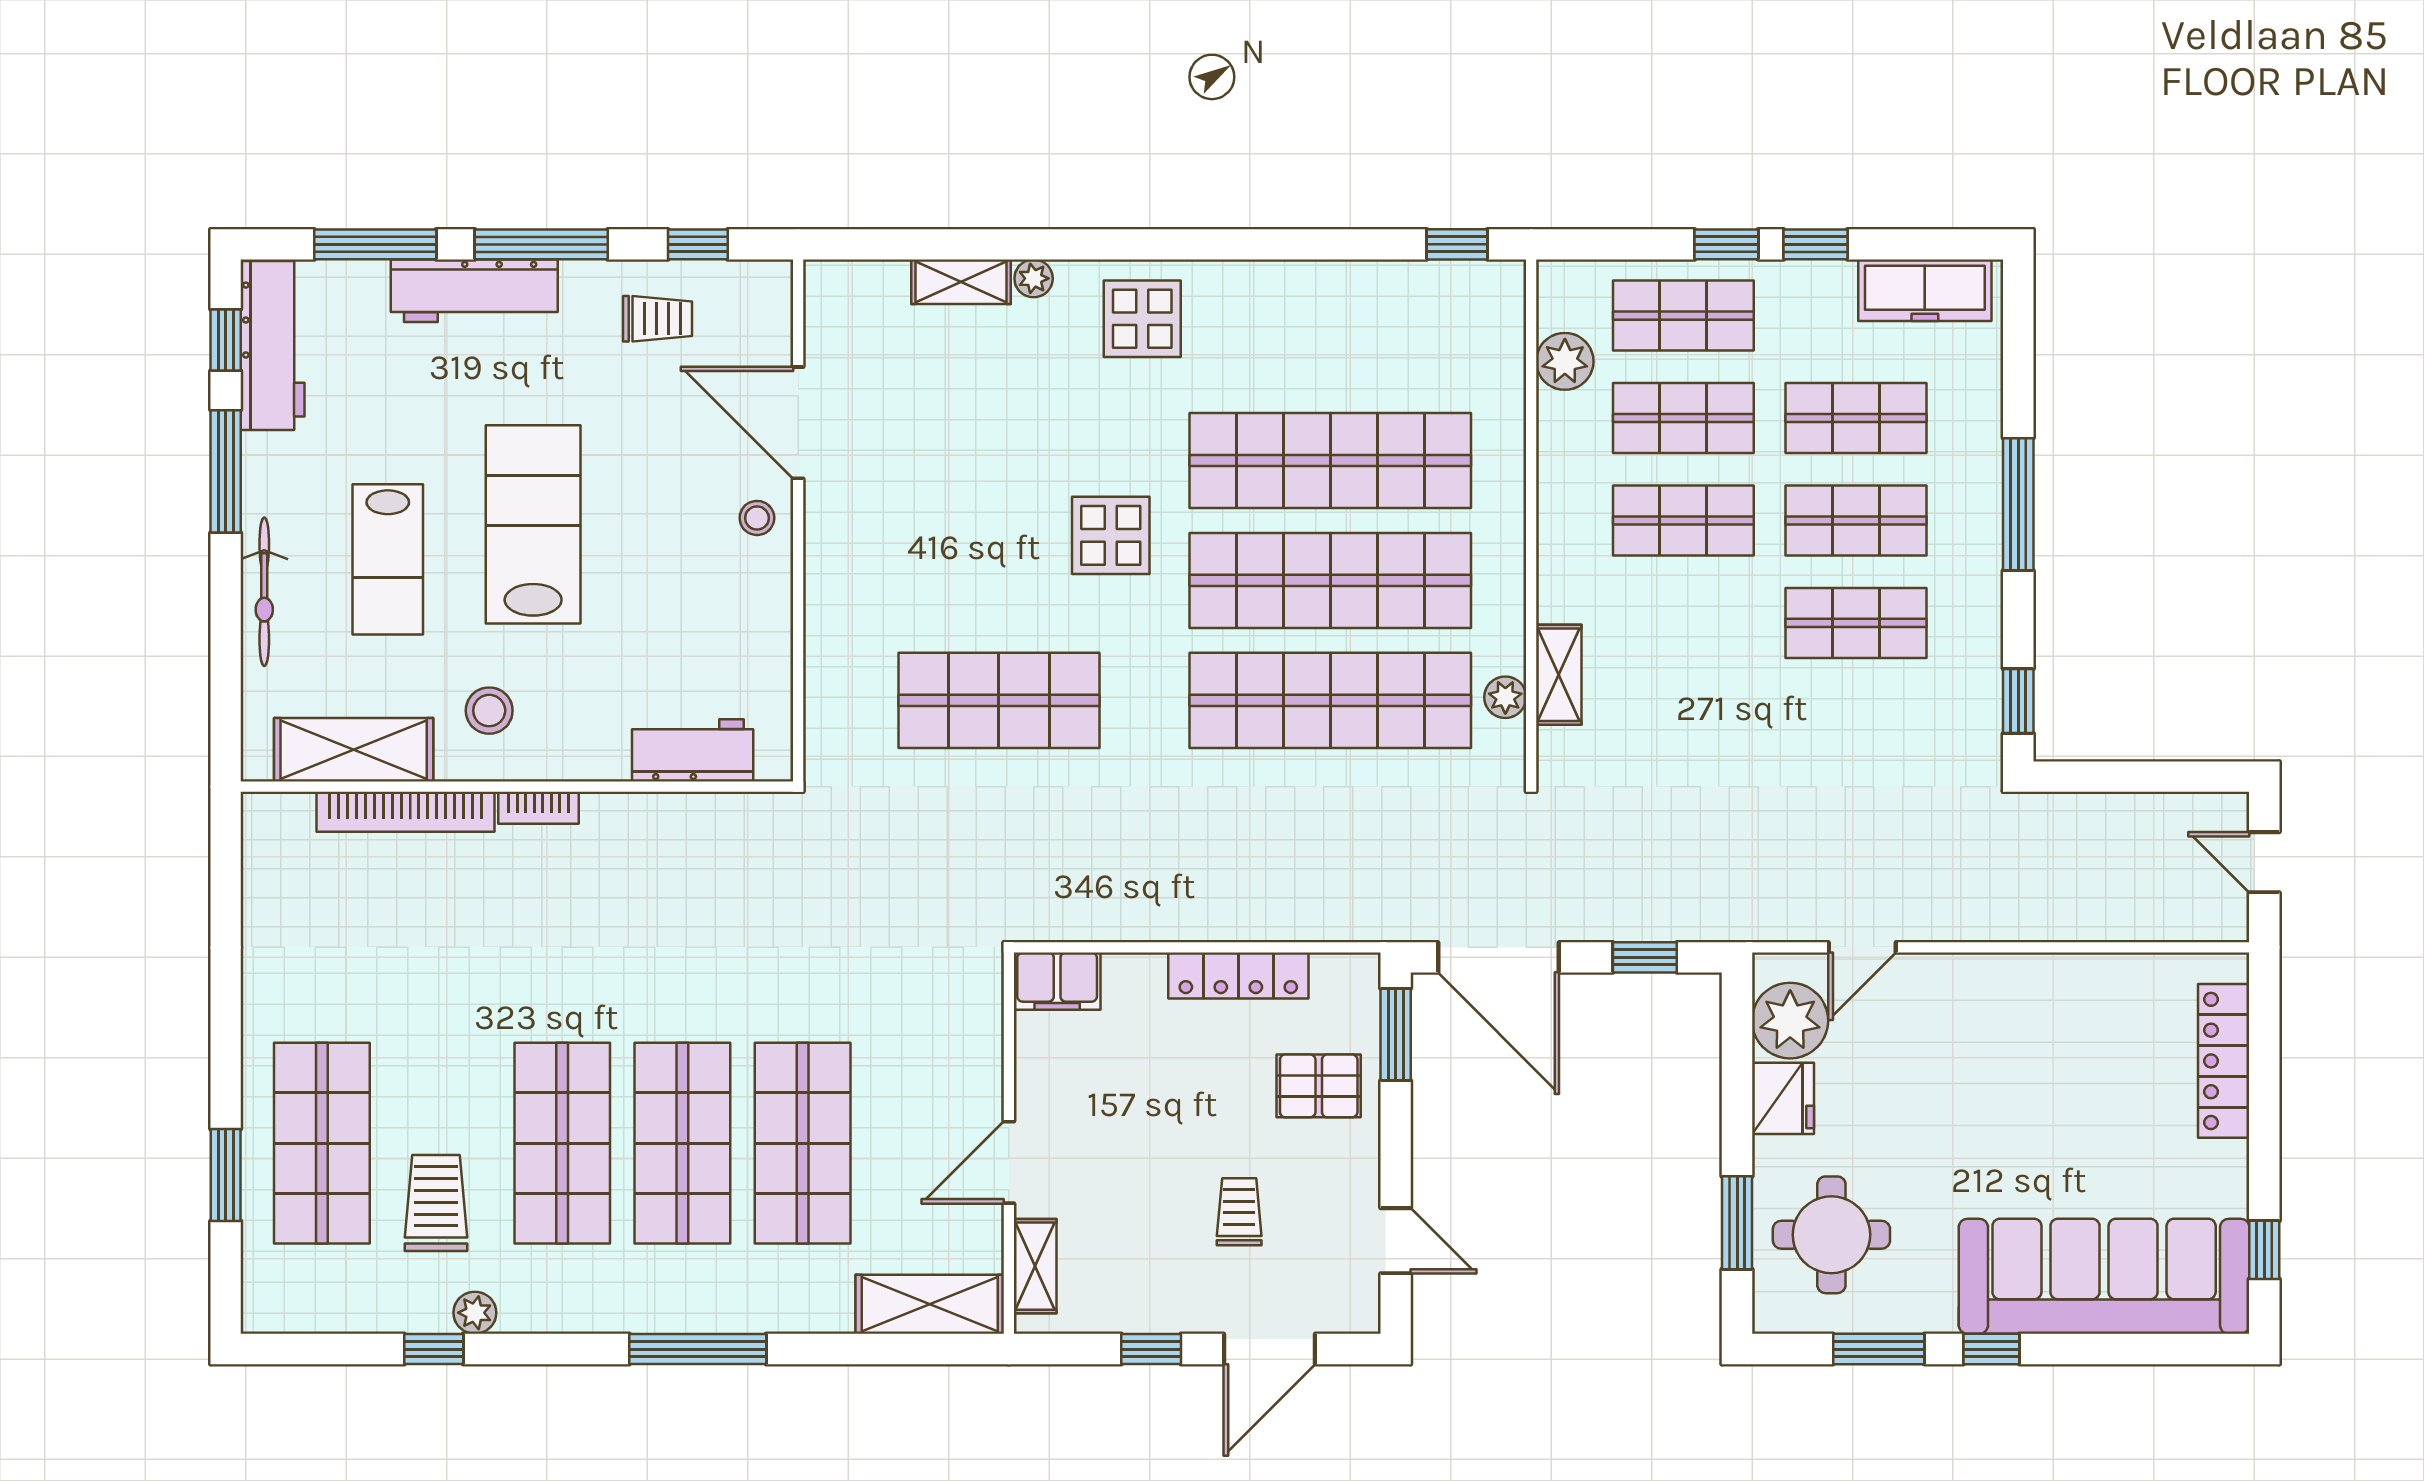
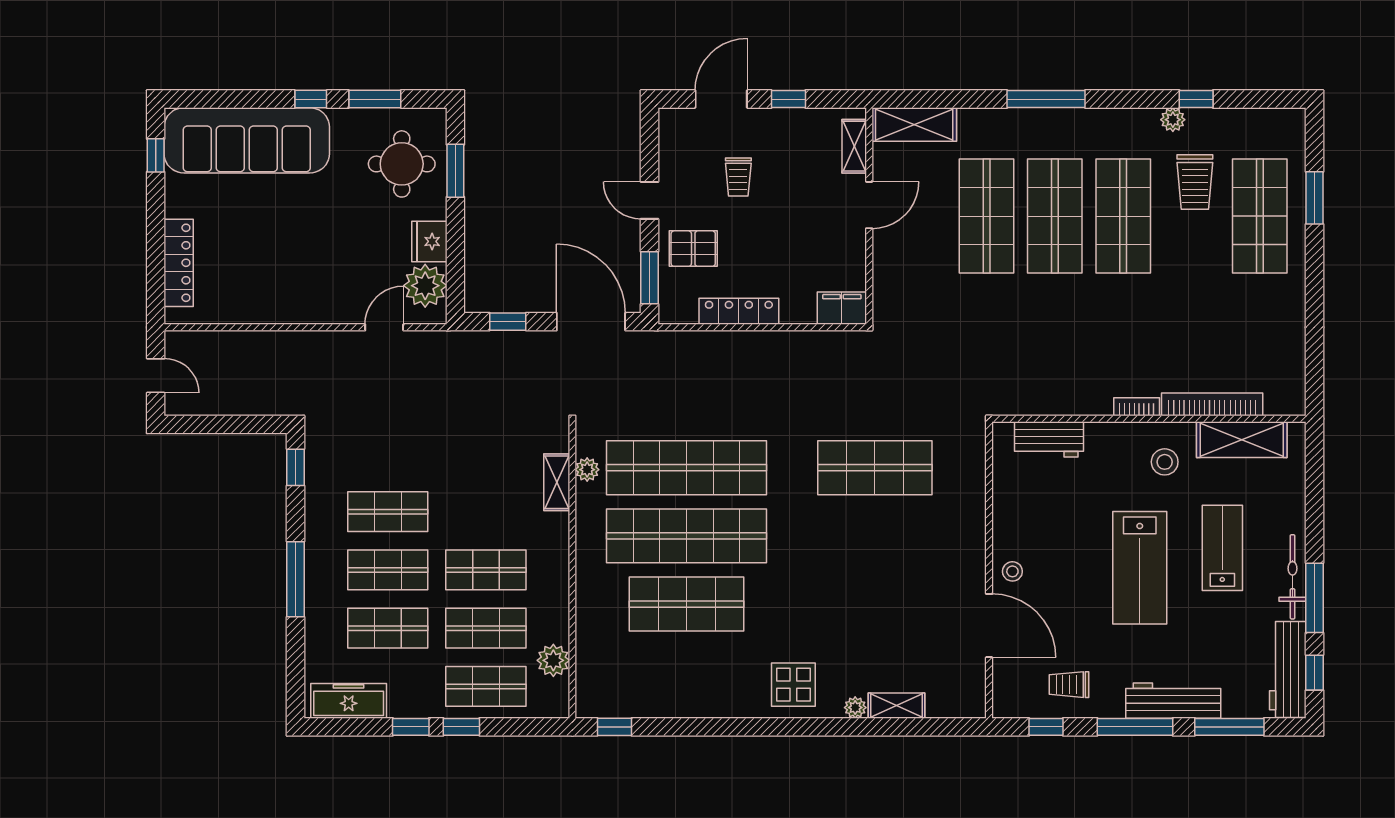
shop shelf: (1330, 461) -> (687, 604), width x0.71
display table: (1111, 535) -> (811, 561), removed
bicycle: (264, 592) -> (1293, 577), moved
door: (1396, 1241) -> (649, 200), moved

